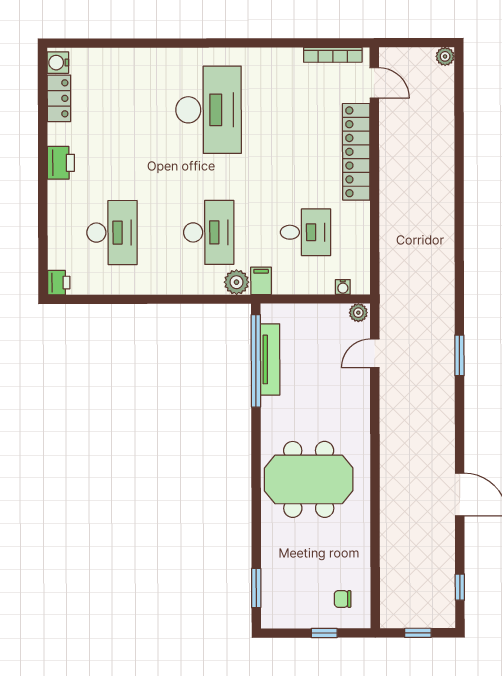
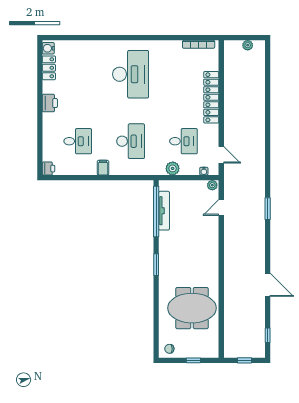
plant: (445, 56) -> (248, 45), moved
door: (374, 83) -> (221, 155), moved
desk: (112, 233) -> (78, 141), width x0.73
filing cabinet: (261, 281) -> (103, 168), moved
plant: (237, 282) -> (173, 168), moved
meeting table: (309, 479) -> (192, 308), moved
window: (256, 588) -> (156, 265), moved
chair: (343, 599) -> (169, 349), moved

